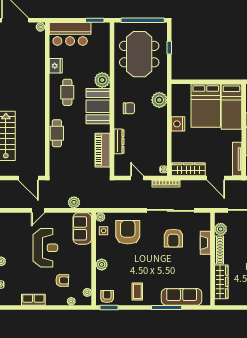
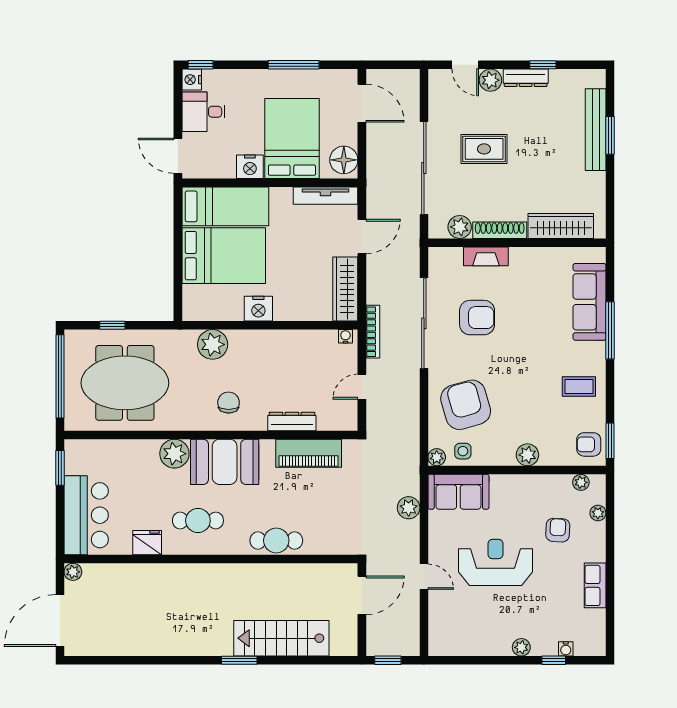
armchair: (128, 232) -> (466, 405), turned 74

